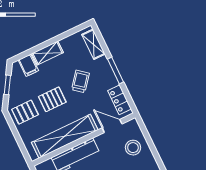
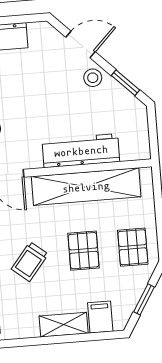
pallet: (52, 99) -> (84, 251), turned 90
pallet: (25, 112) -> (133, 247), turned 90

